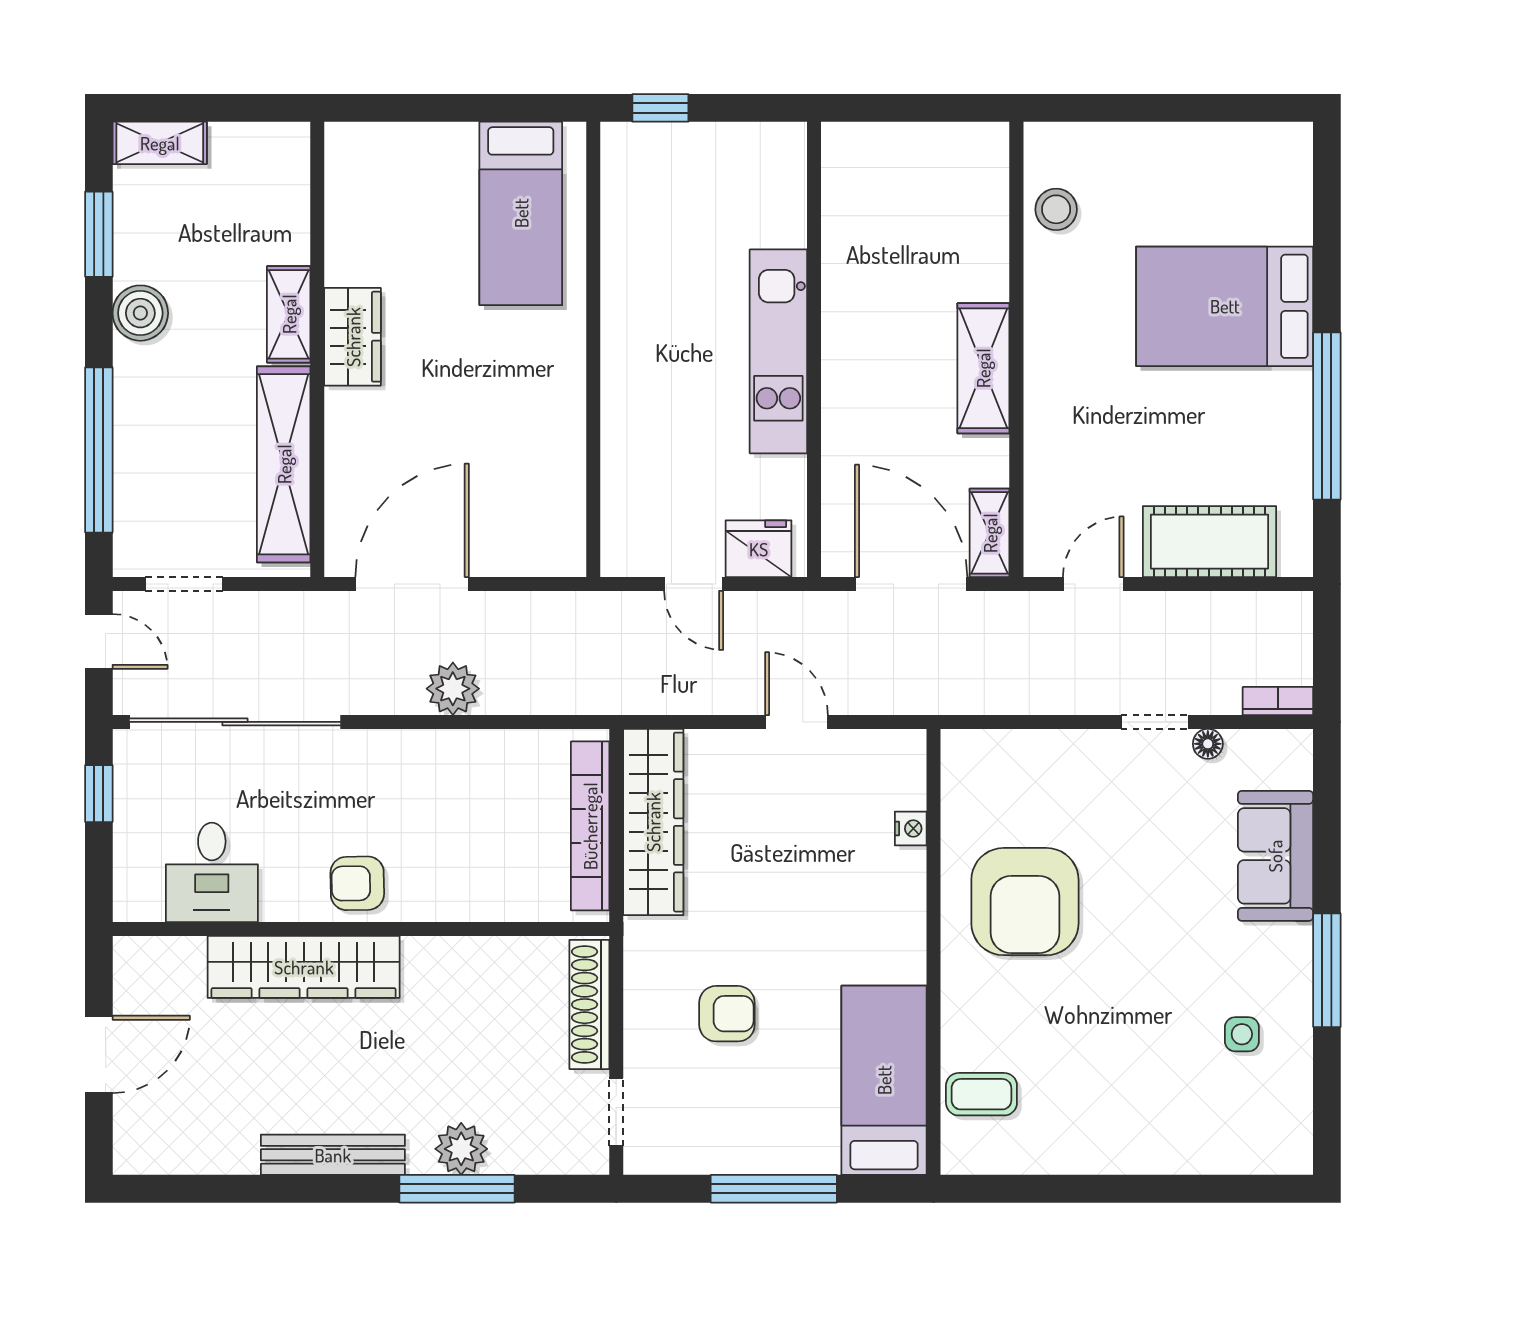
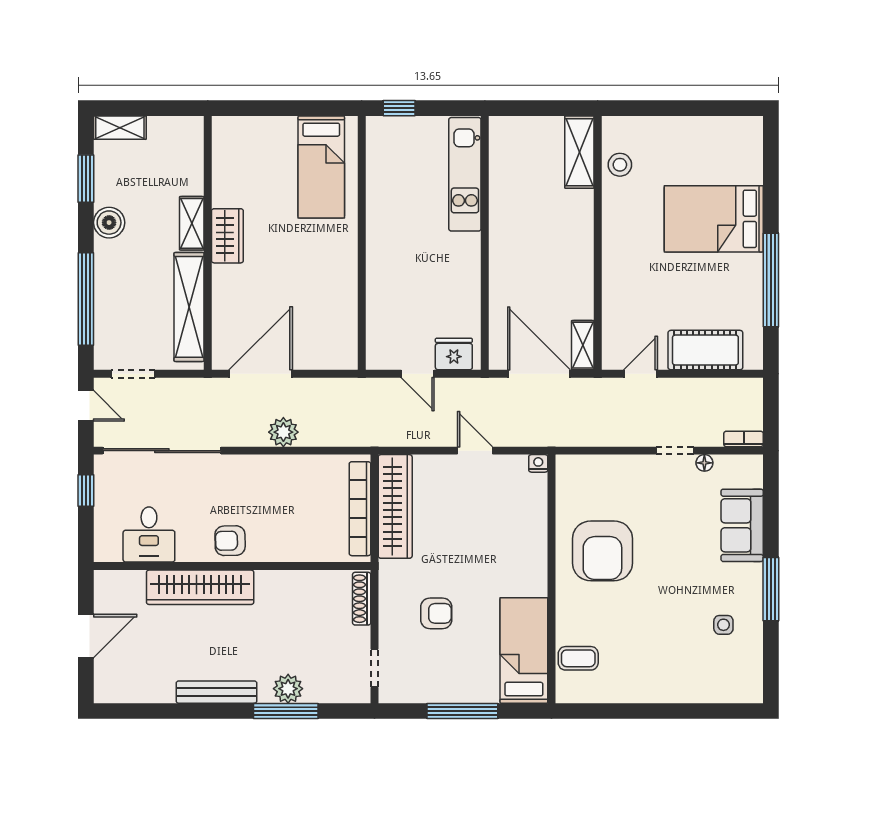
kitchen unit: (778, 351) -> (465, 174), moved
shelving: (983, 368) -> (579, 152), moved
nightstand: (911, 829) -> (538, 463), moved, turned -90
shoe rack: (589, 1004) -> (362, 599), width x0.74, depth x0.81

